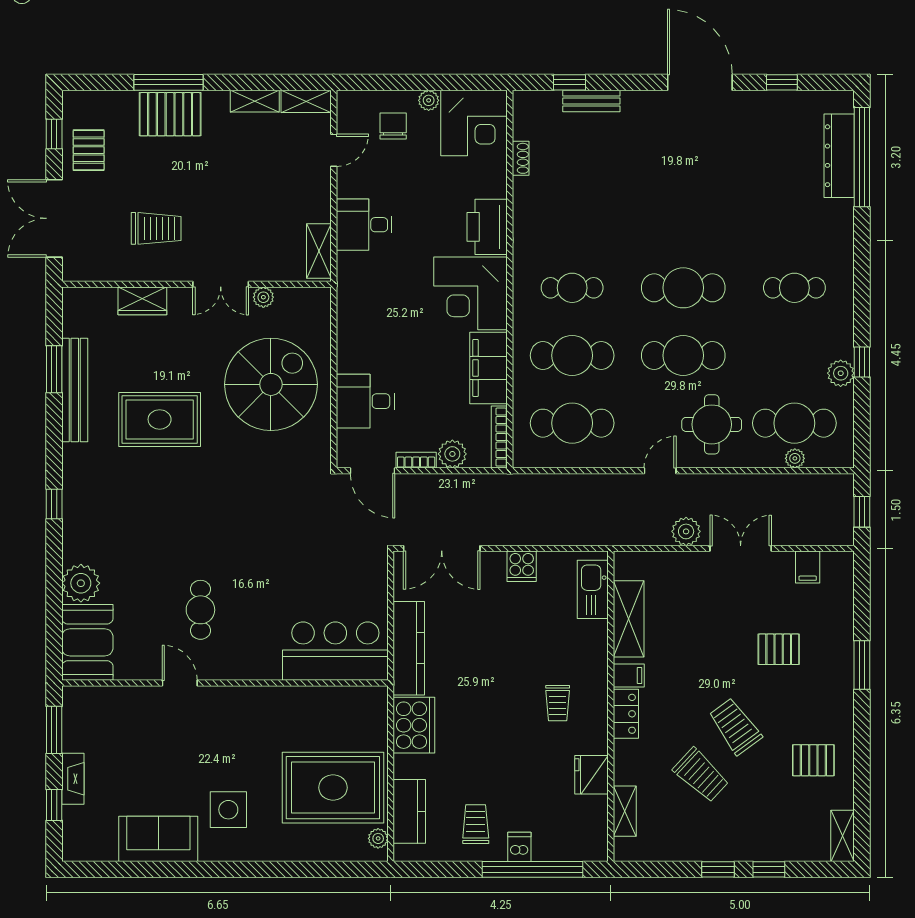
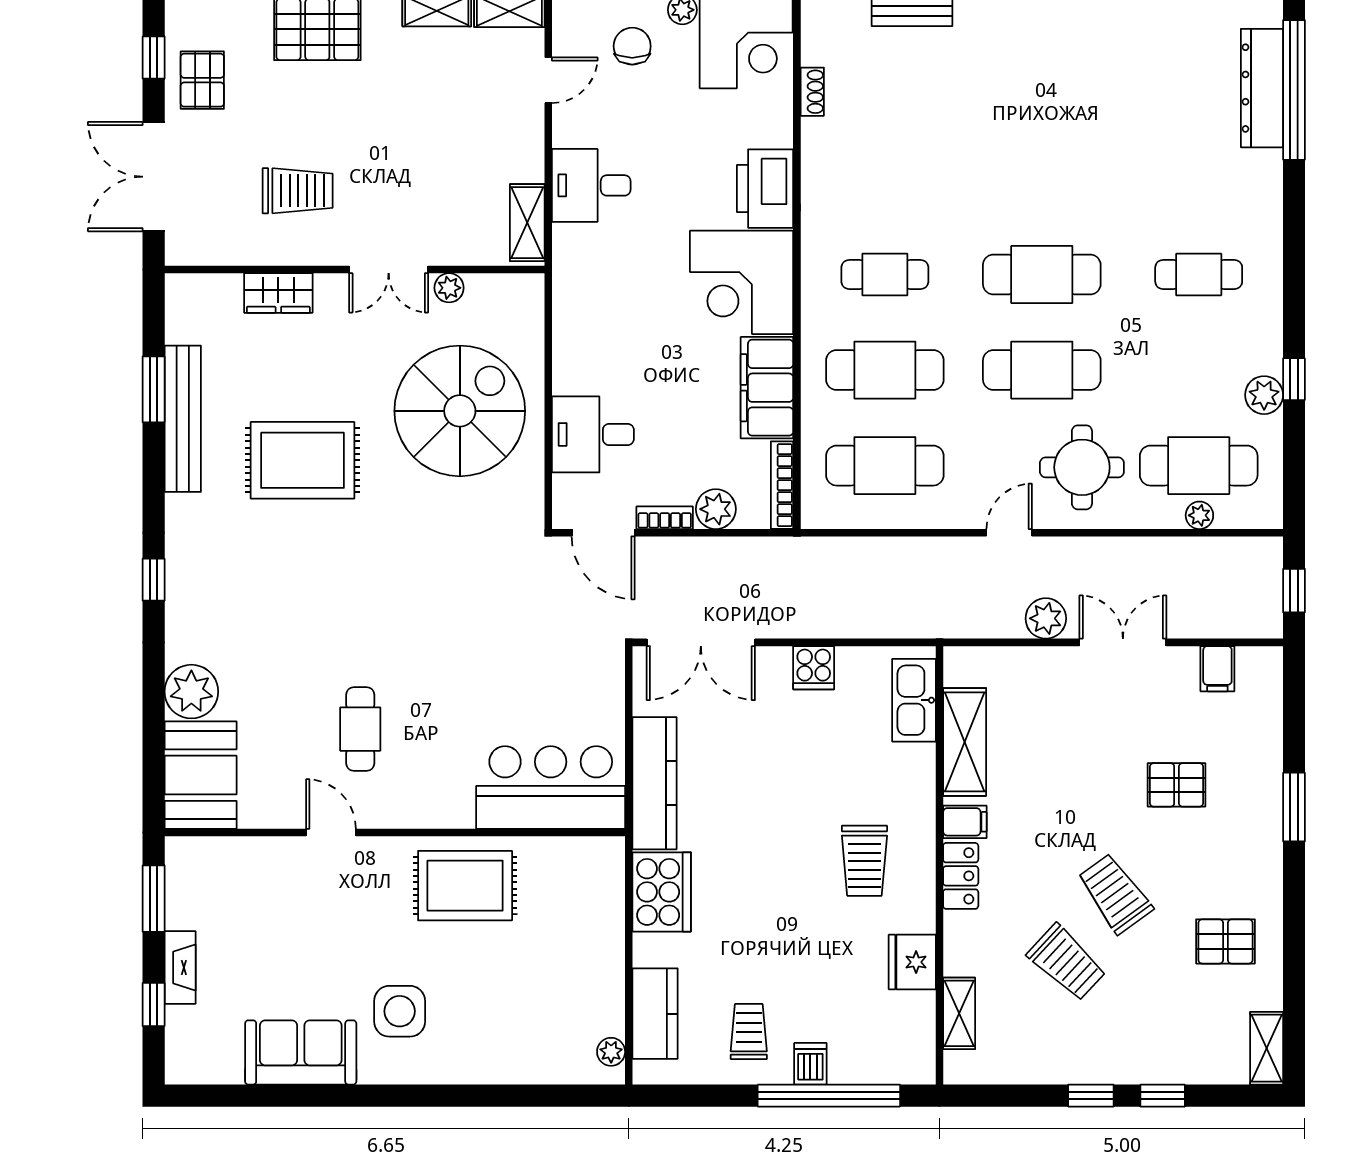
trolley: (558, 703) -> (864, 861), width x1.36, depth x1.39
rug: (333, 788) -> (465, 886), moved, width x0.73, depth x0.69

